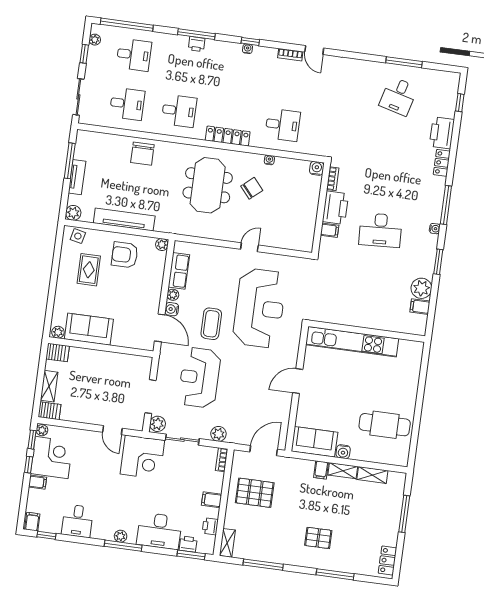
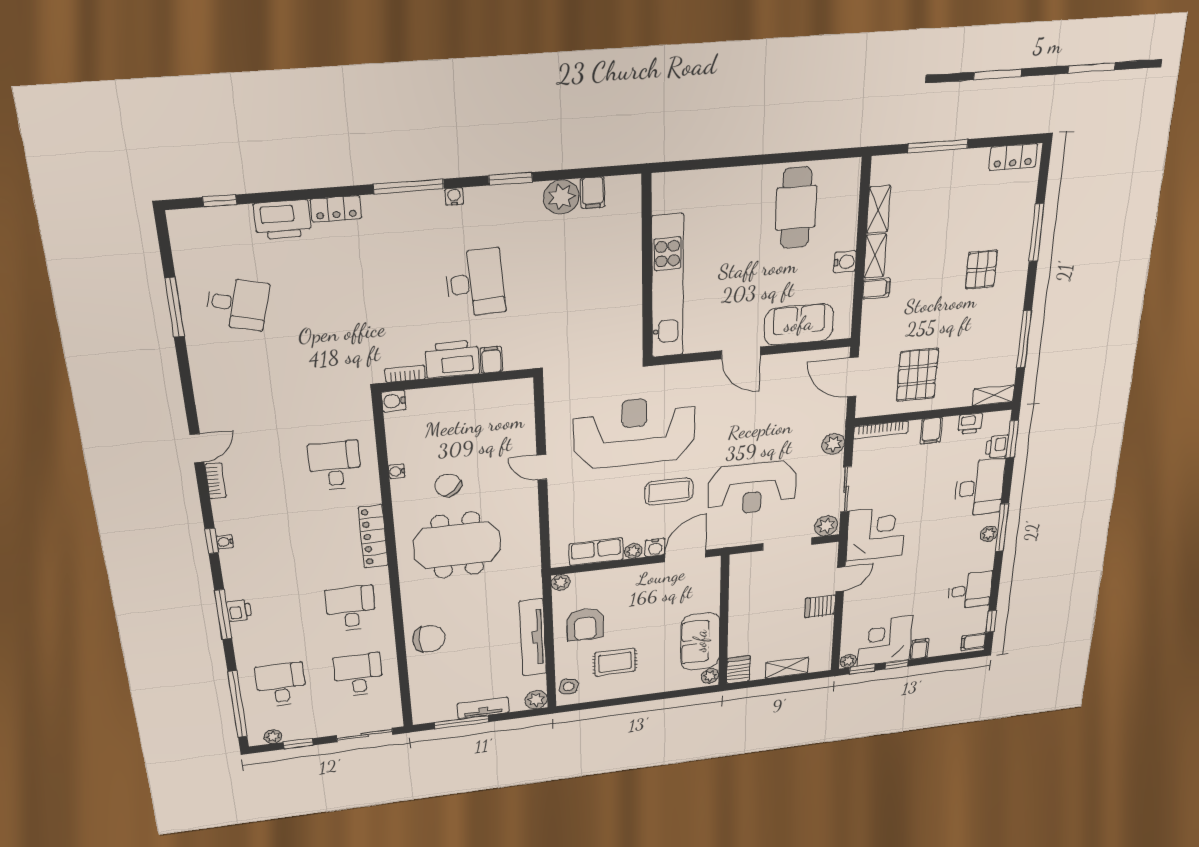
server rack: (49, 411) -> (820, 606), moved, turned -90
sofa: (314, 442) -> (799, 324), moved, turned 90
bookcase: (222, 460) -> (881, 430), width x1.56

